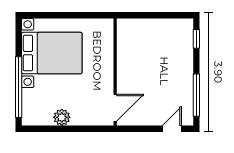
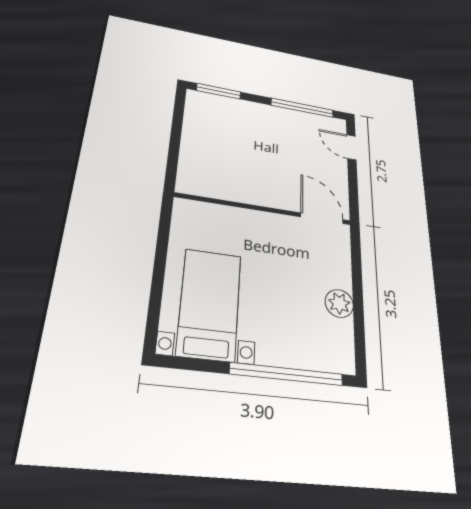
window: (196, 39) -> (219, 91), width x1.50
bed with nightstands: (52, 53) -> (210, 304), width x0.73

